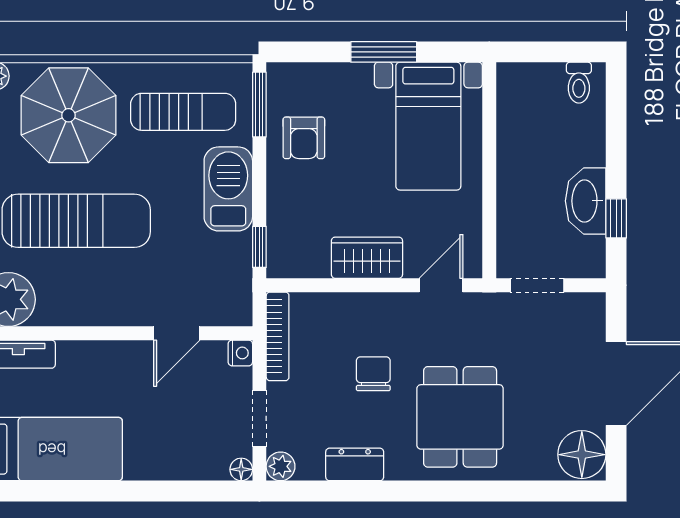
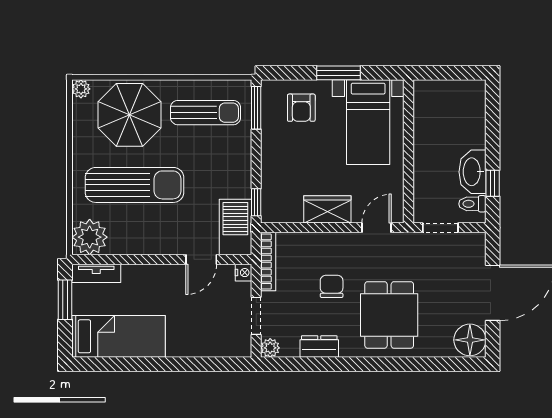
toilet: (579, 83) -> (472, 204), moved, turned 90
armchair: (304, 138) -> (301, 108), moved
barbecue: (228, 189) -> (235, 227), moved
floor lamp: (241, 469) -> (244, 350), removed

